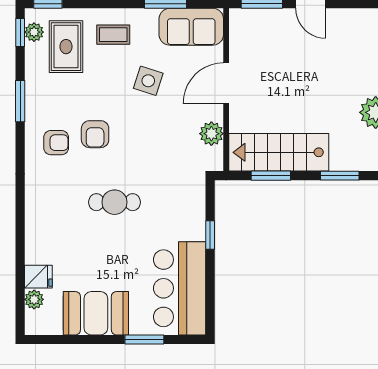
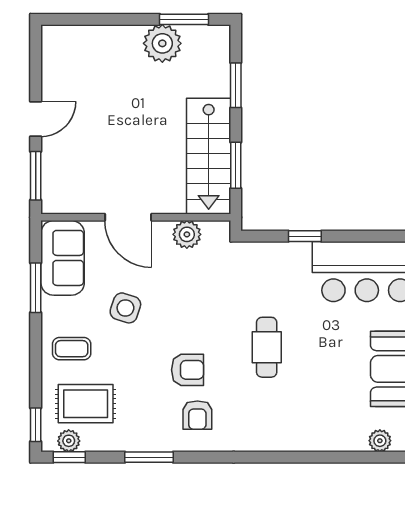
coffee table: (113, 35) -> (72, 349), turned 90
armchair: (56, 143) -> (197, 415), turned 180
fridge: (38, 277) -> (353, 436), removed

